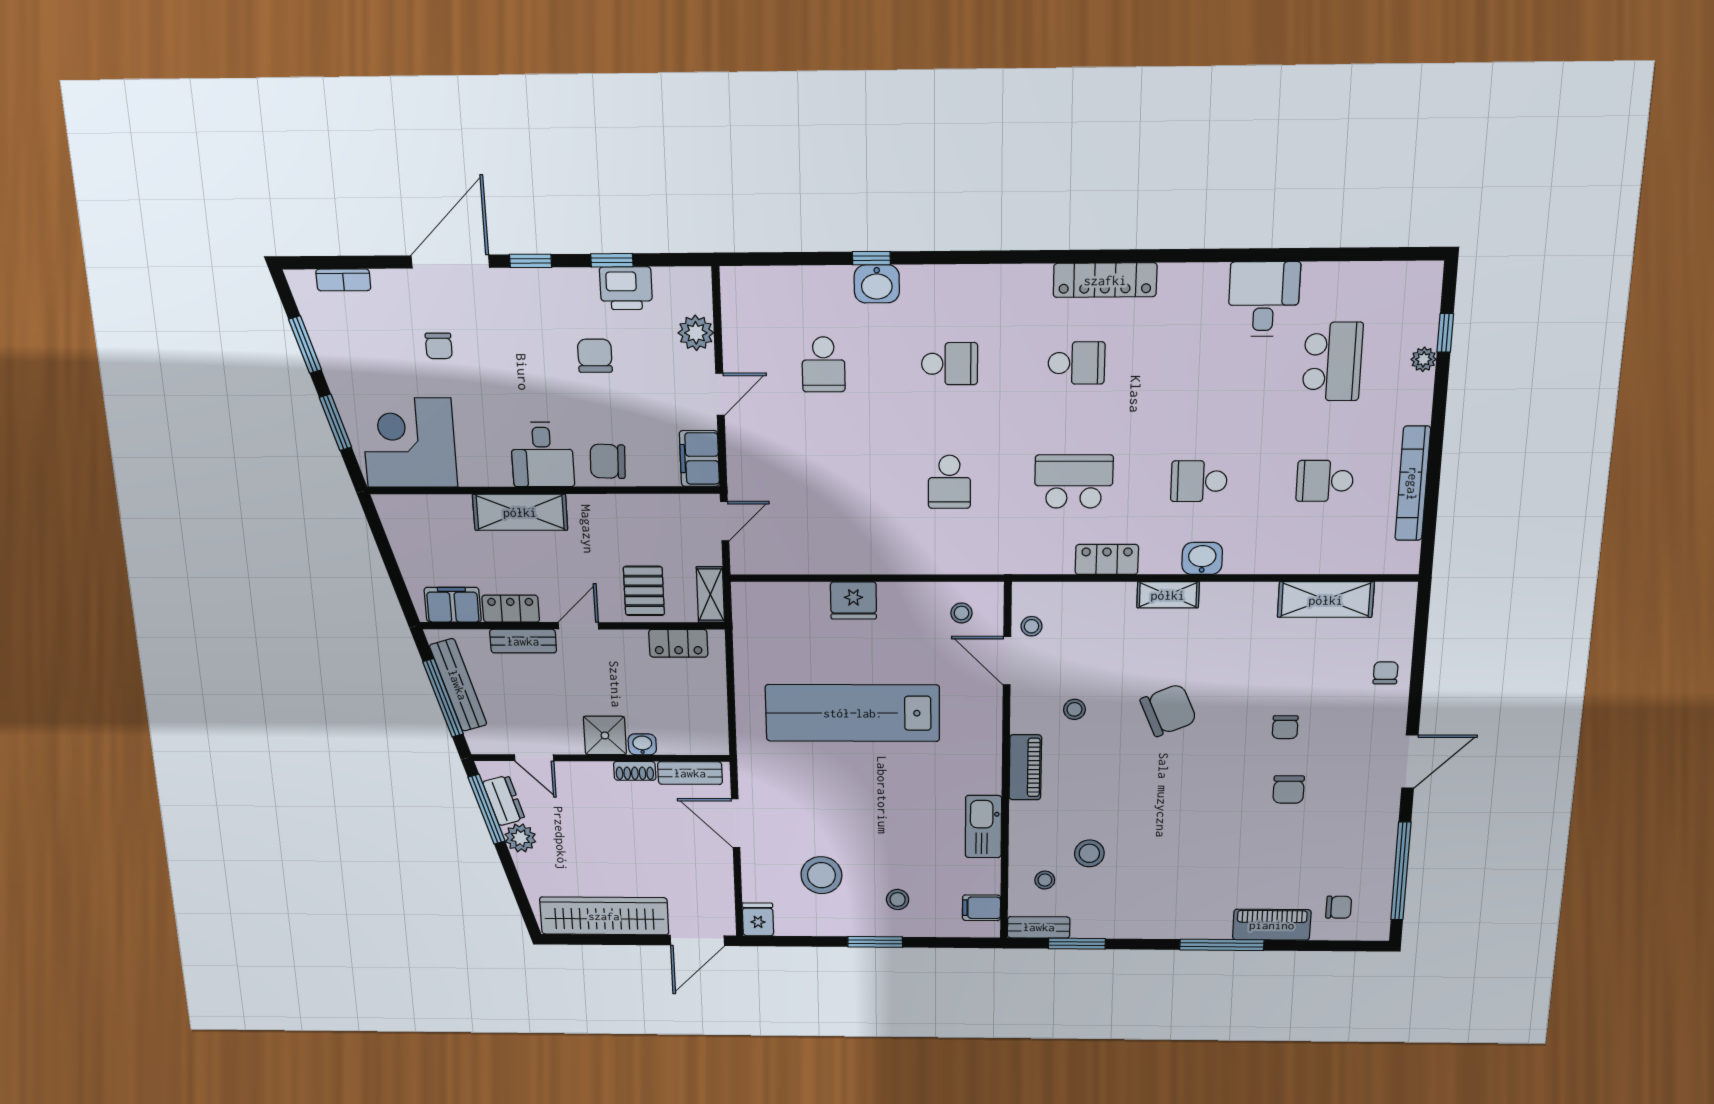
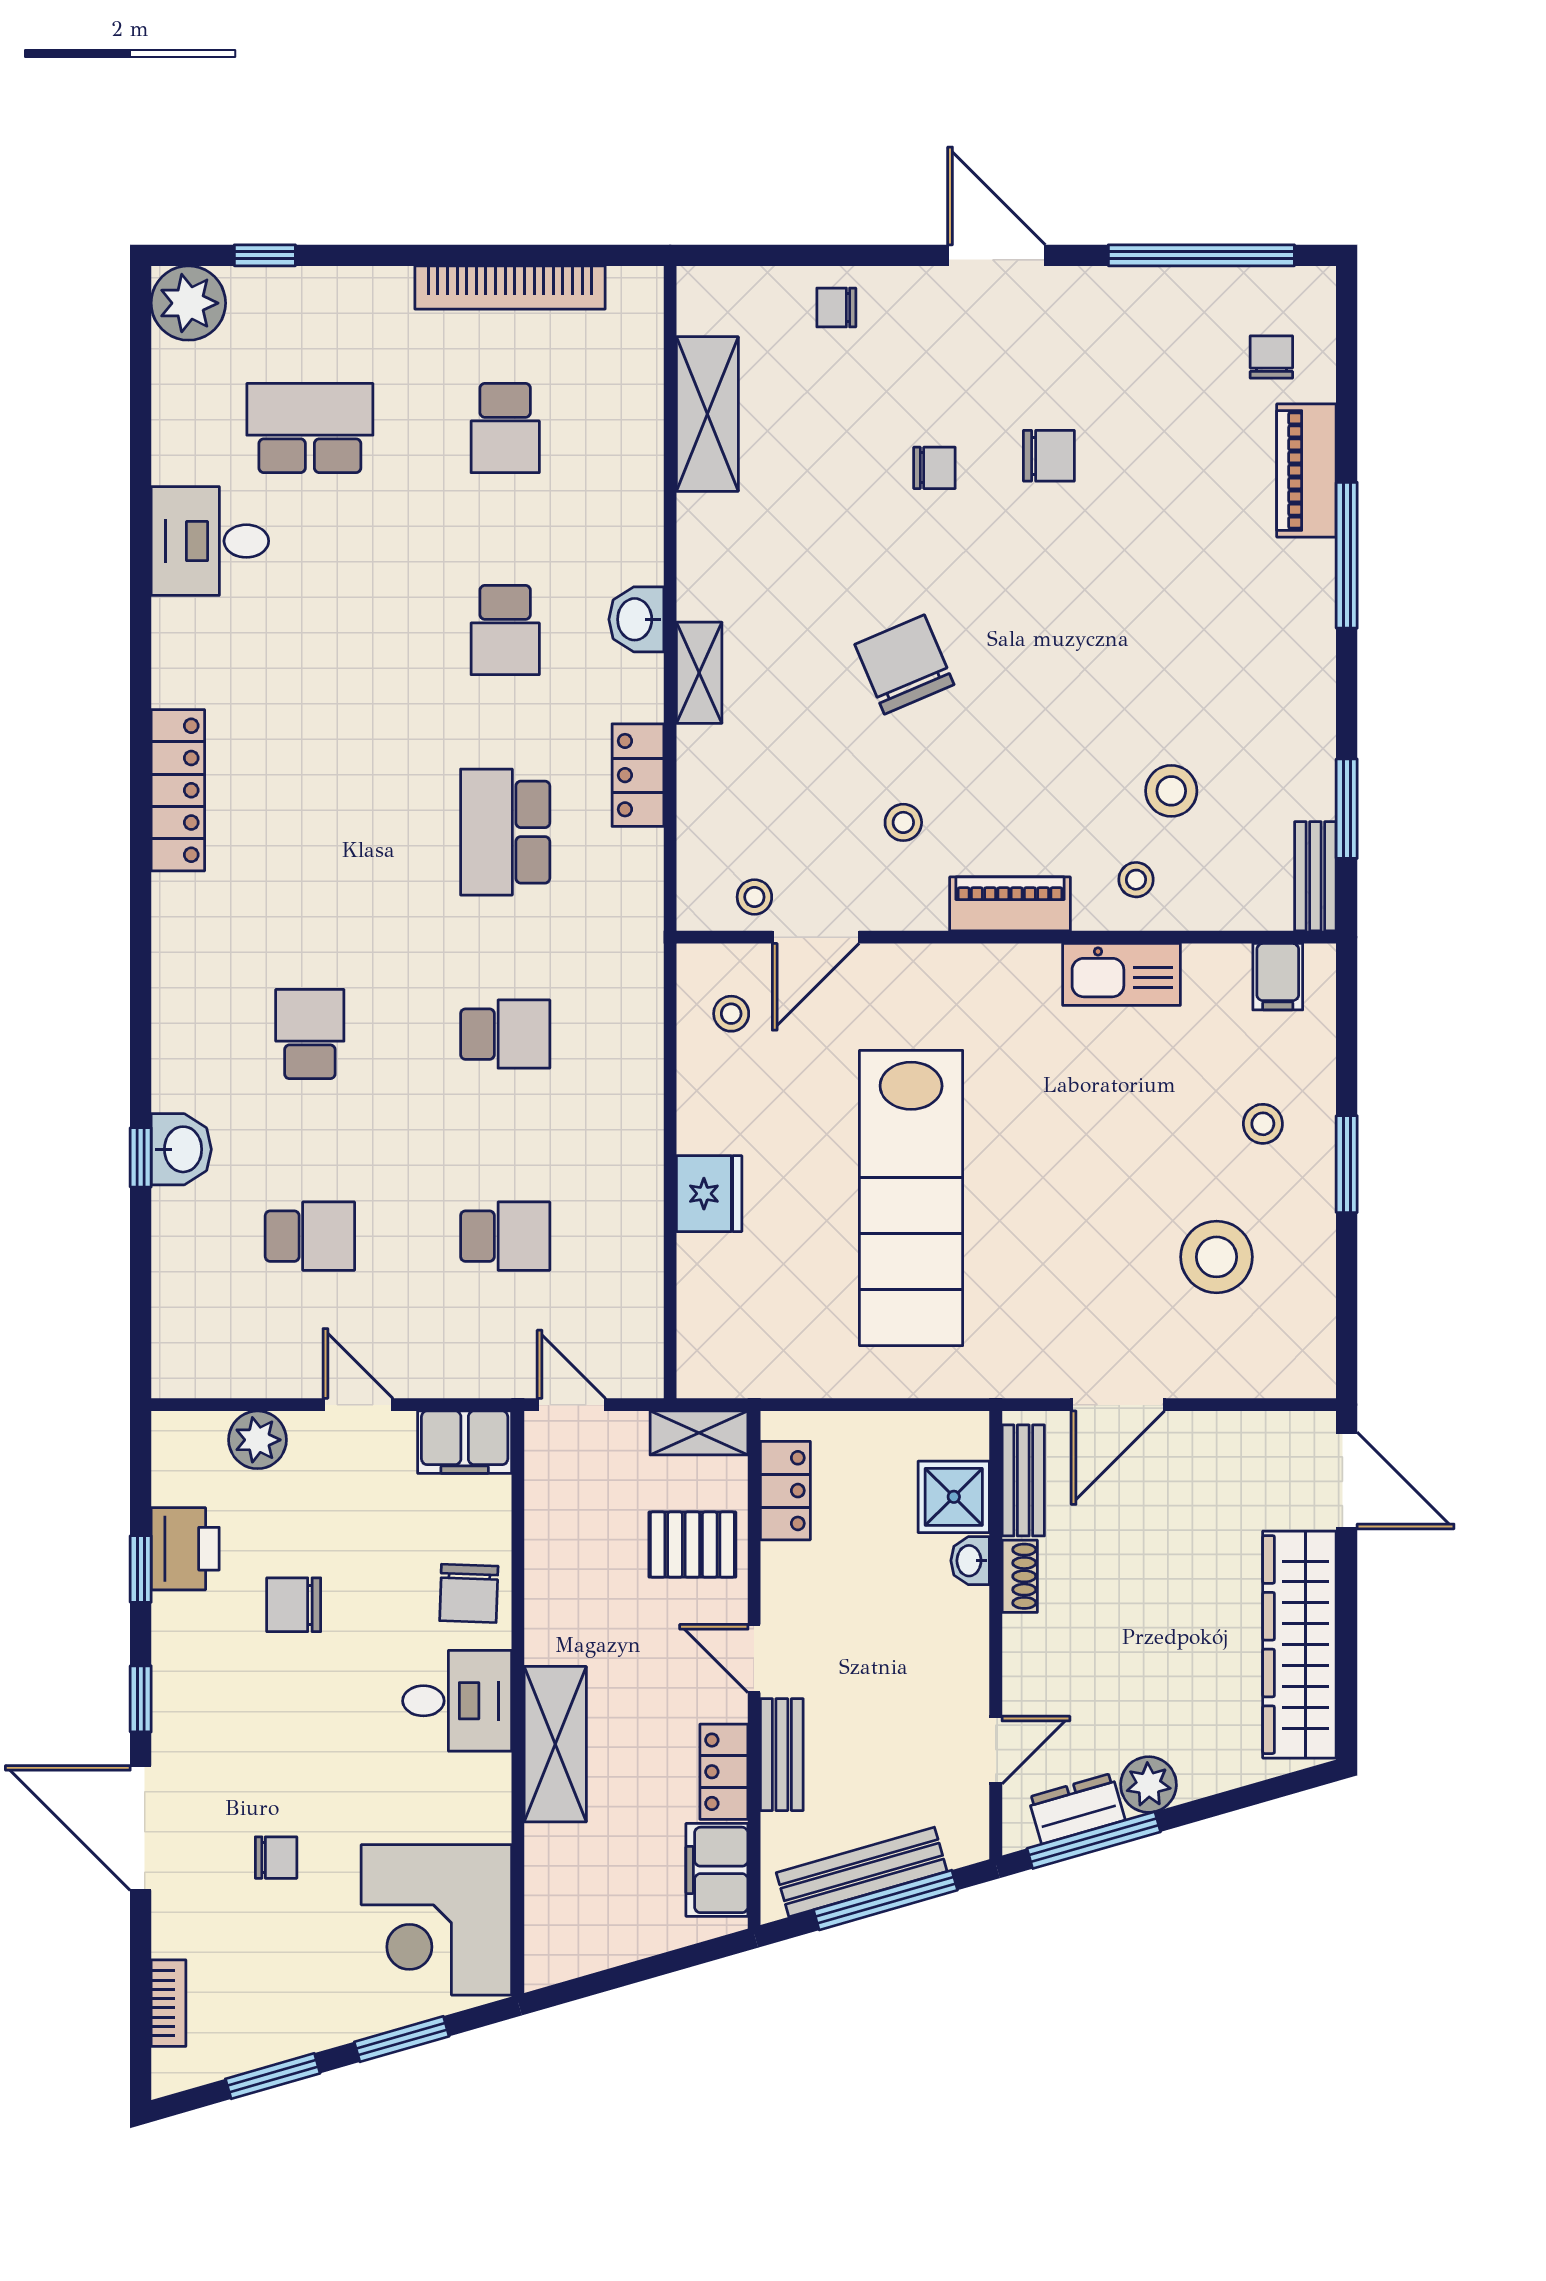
plant: (1424, 359) -> (188, 303), moved, width x1.87, depth x1.87
school desk: (1076, 363) -> (505, 1236), moved, turned 90
shower: (605, 735) -> (954, 1497), moved
stool: (1045, 880) -> (1136, 880), moved
fridge: (758, 919) -> (1304, 1371), removed

